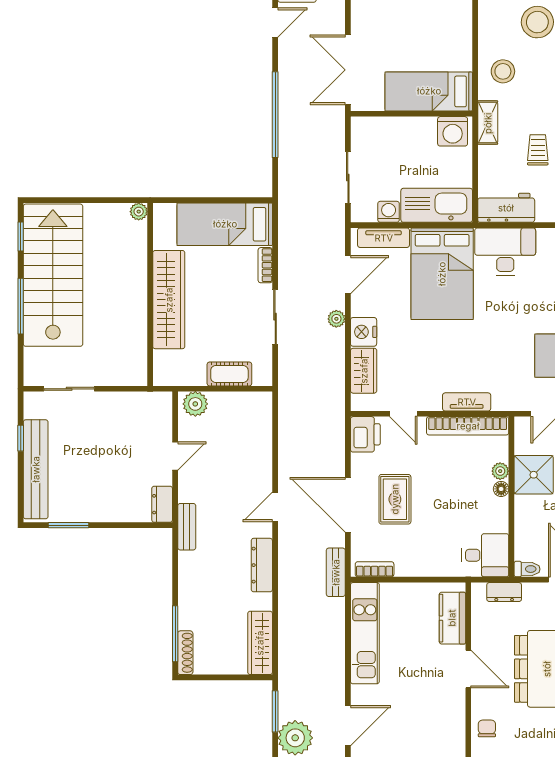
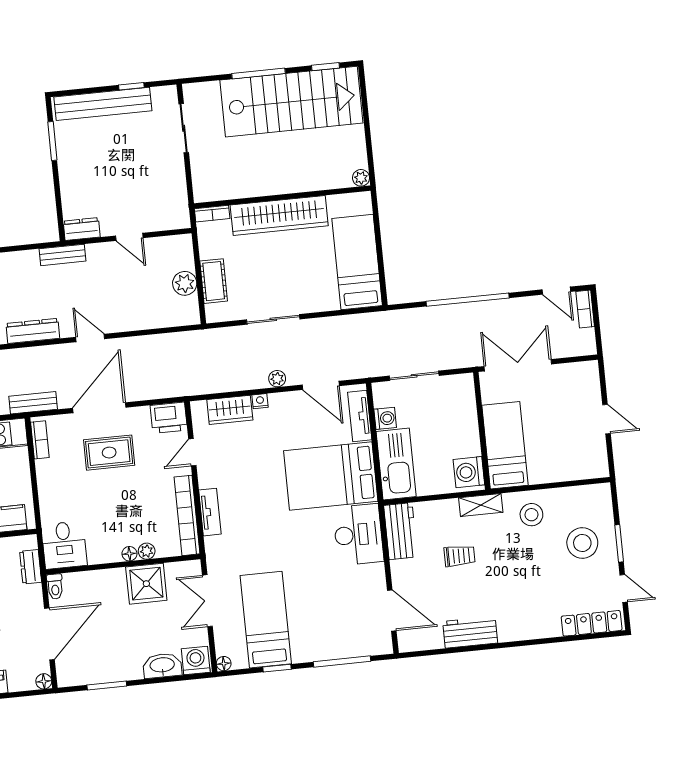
bookcase: (265, 265) -> (212, 214), moved, turned 180
nightstand: (364, 332) -> (260, 401), width x0.53, depth x0.56
plant: (195, 404) -> (185, 283), moved

